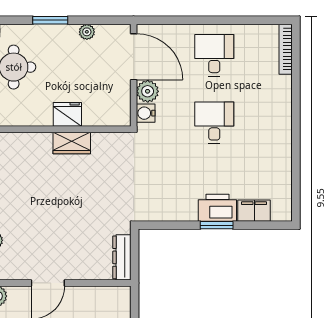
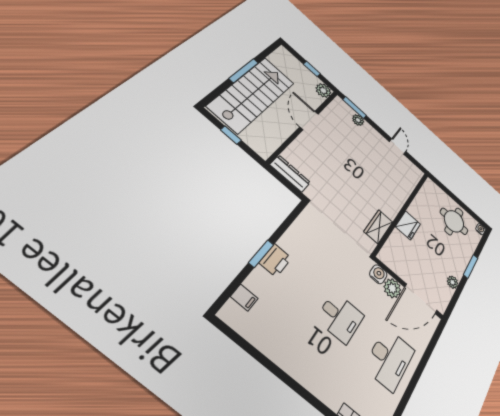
desk: (214, 55) -> (389, 359), width x1.37
wardrobe: (72, 143) -> (378, 227), moved
printer: (217, 208) -> (275, 260), width x0.73, depth x0.84
filing cabinet: (254, 211) -> (244, 297), width x0.50

